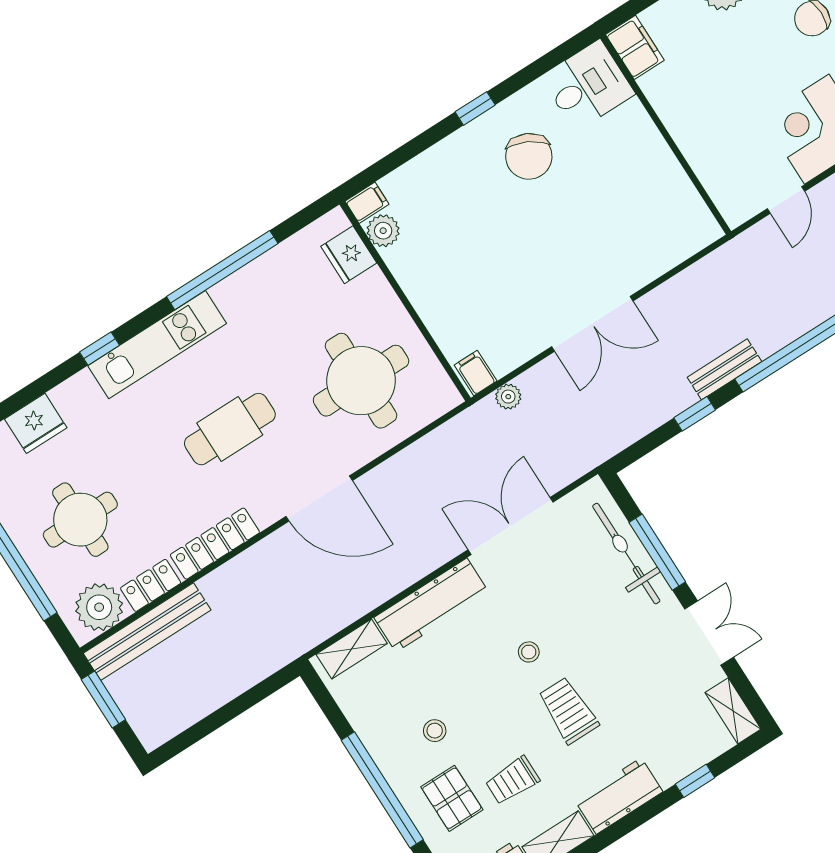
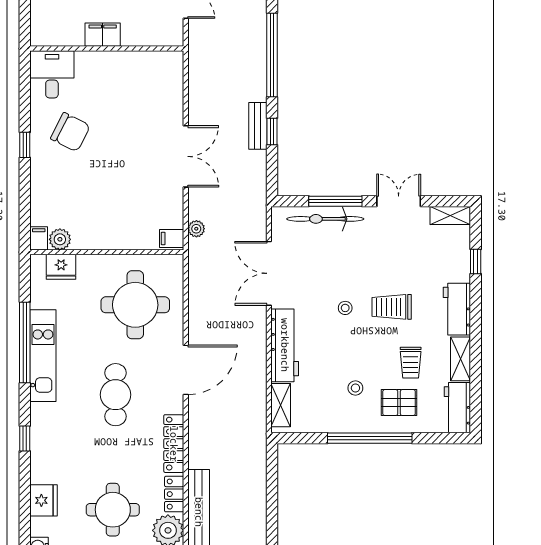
filing cabinet: (635, 47) -> (103, 35), moved
kitchen unit: (157, 345) -> (43, 356), moved
bench: (724, 369) -> (258, 126), moved

